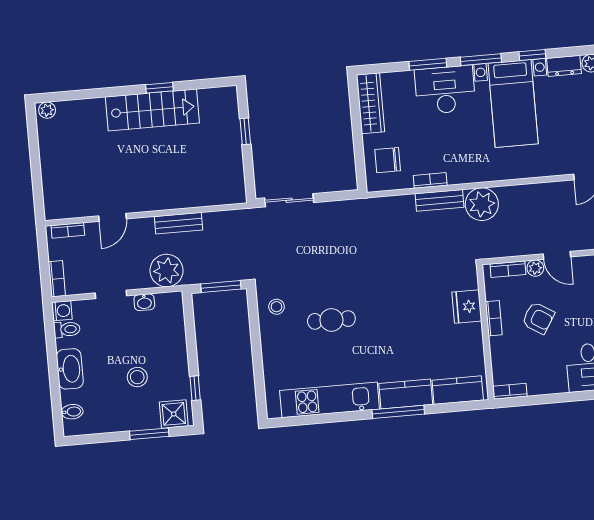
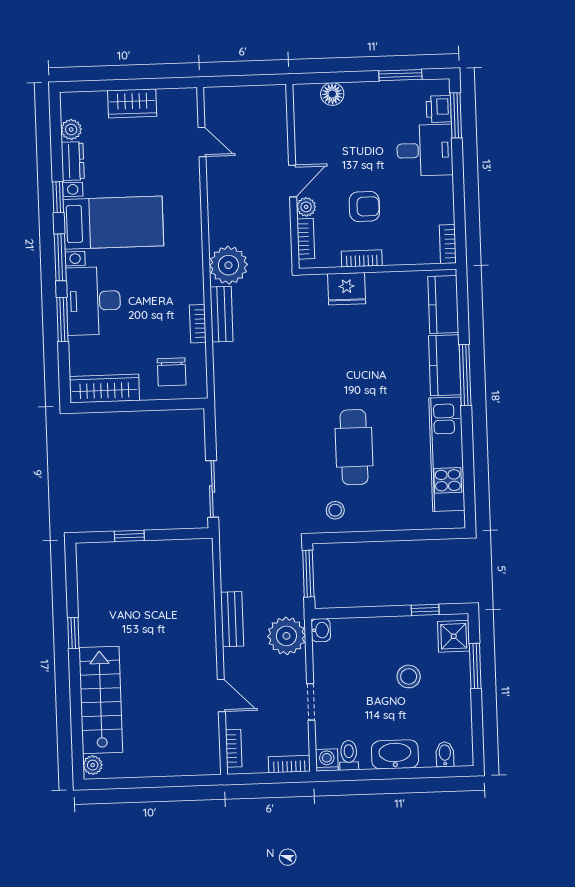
stairs: (152, 110) -> (101, 700), moved
washbasin: (144, 302) -> (321, 630), moved
armchair: (538, 318) -> (364, 207), turned 58
cafe table: (331, 320) -> (354, 447), width x1.37, depth x1.35

